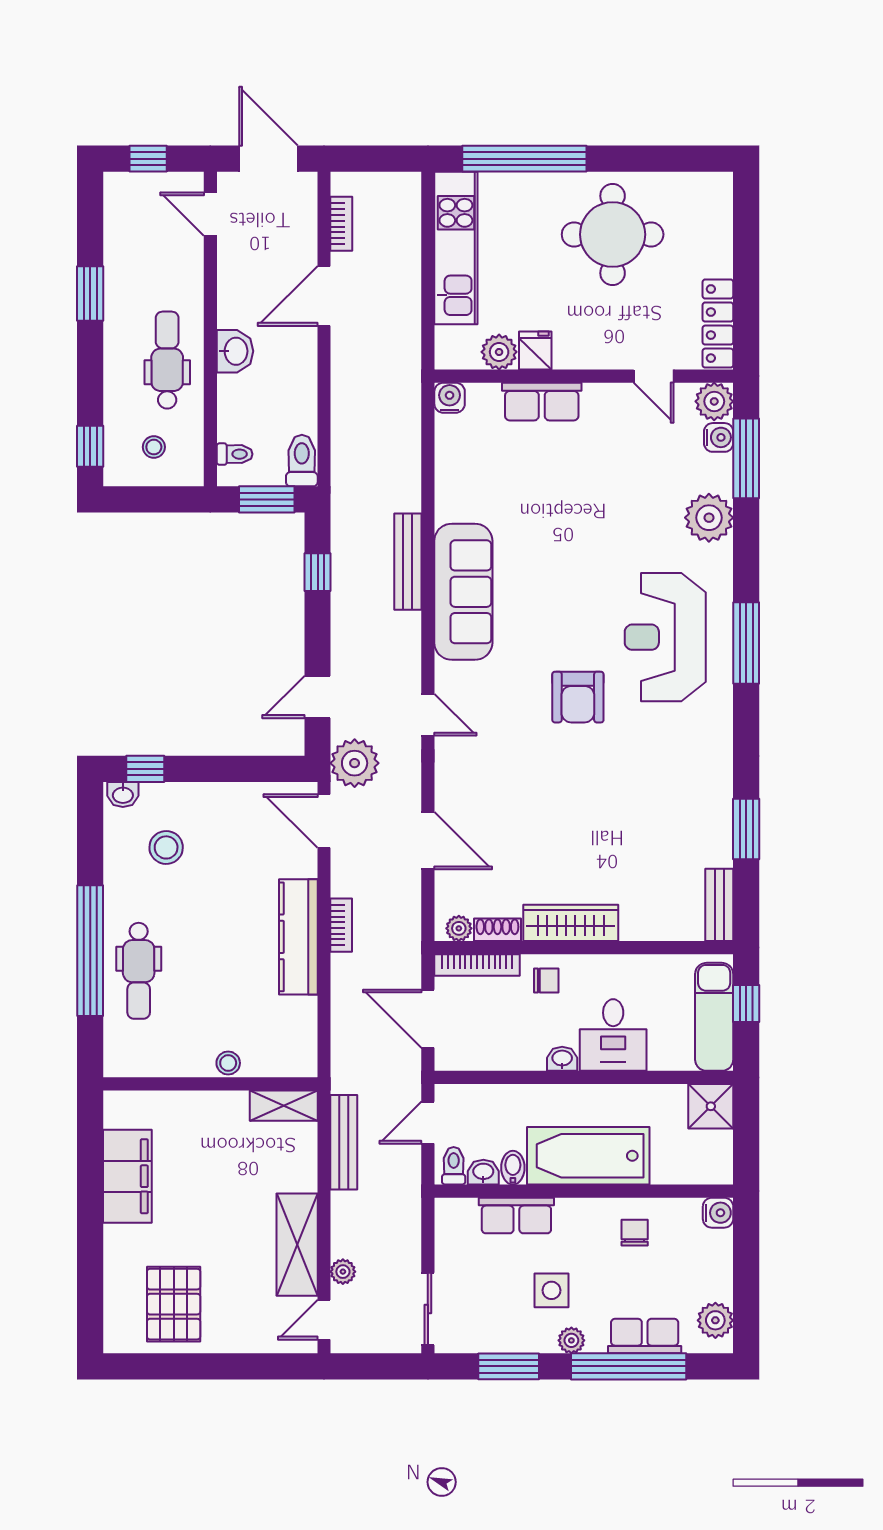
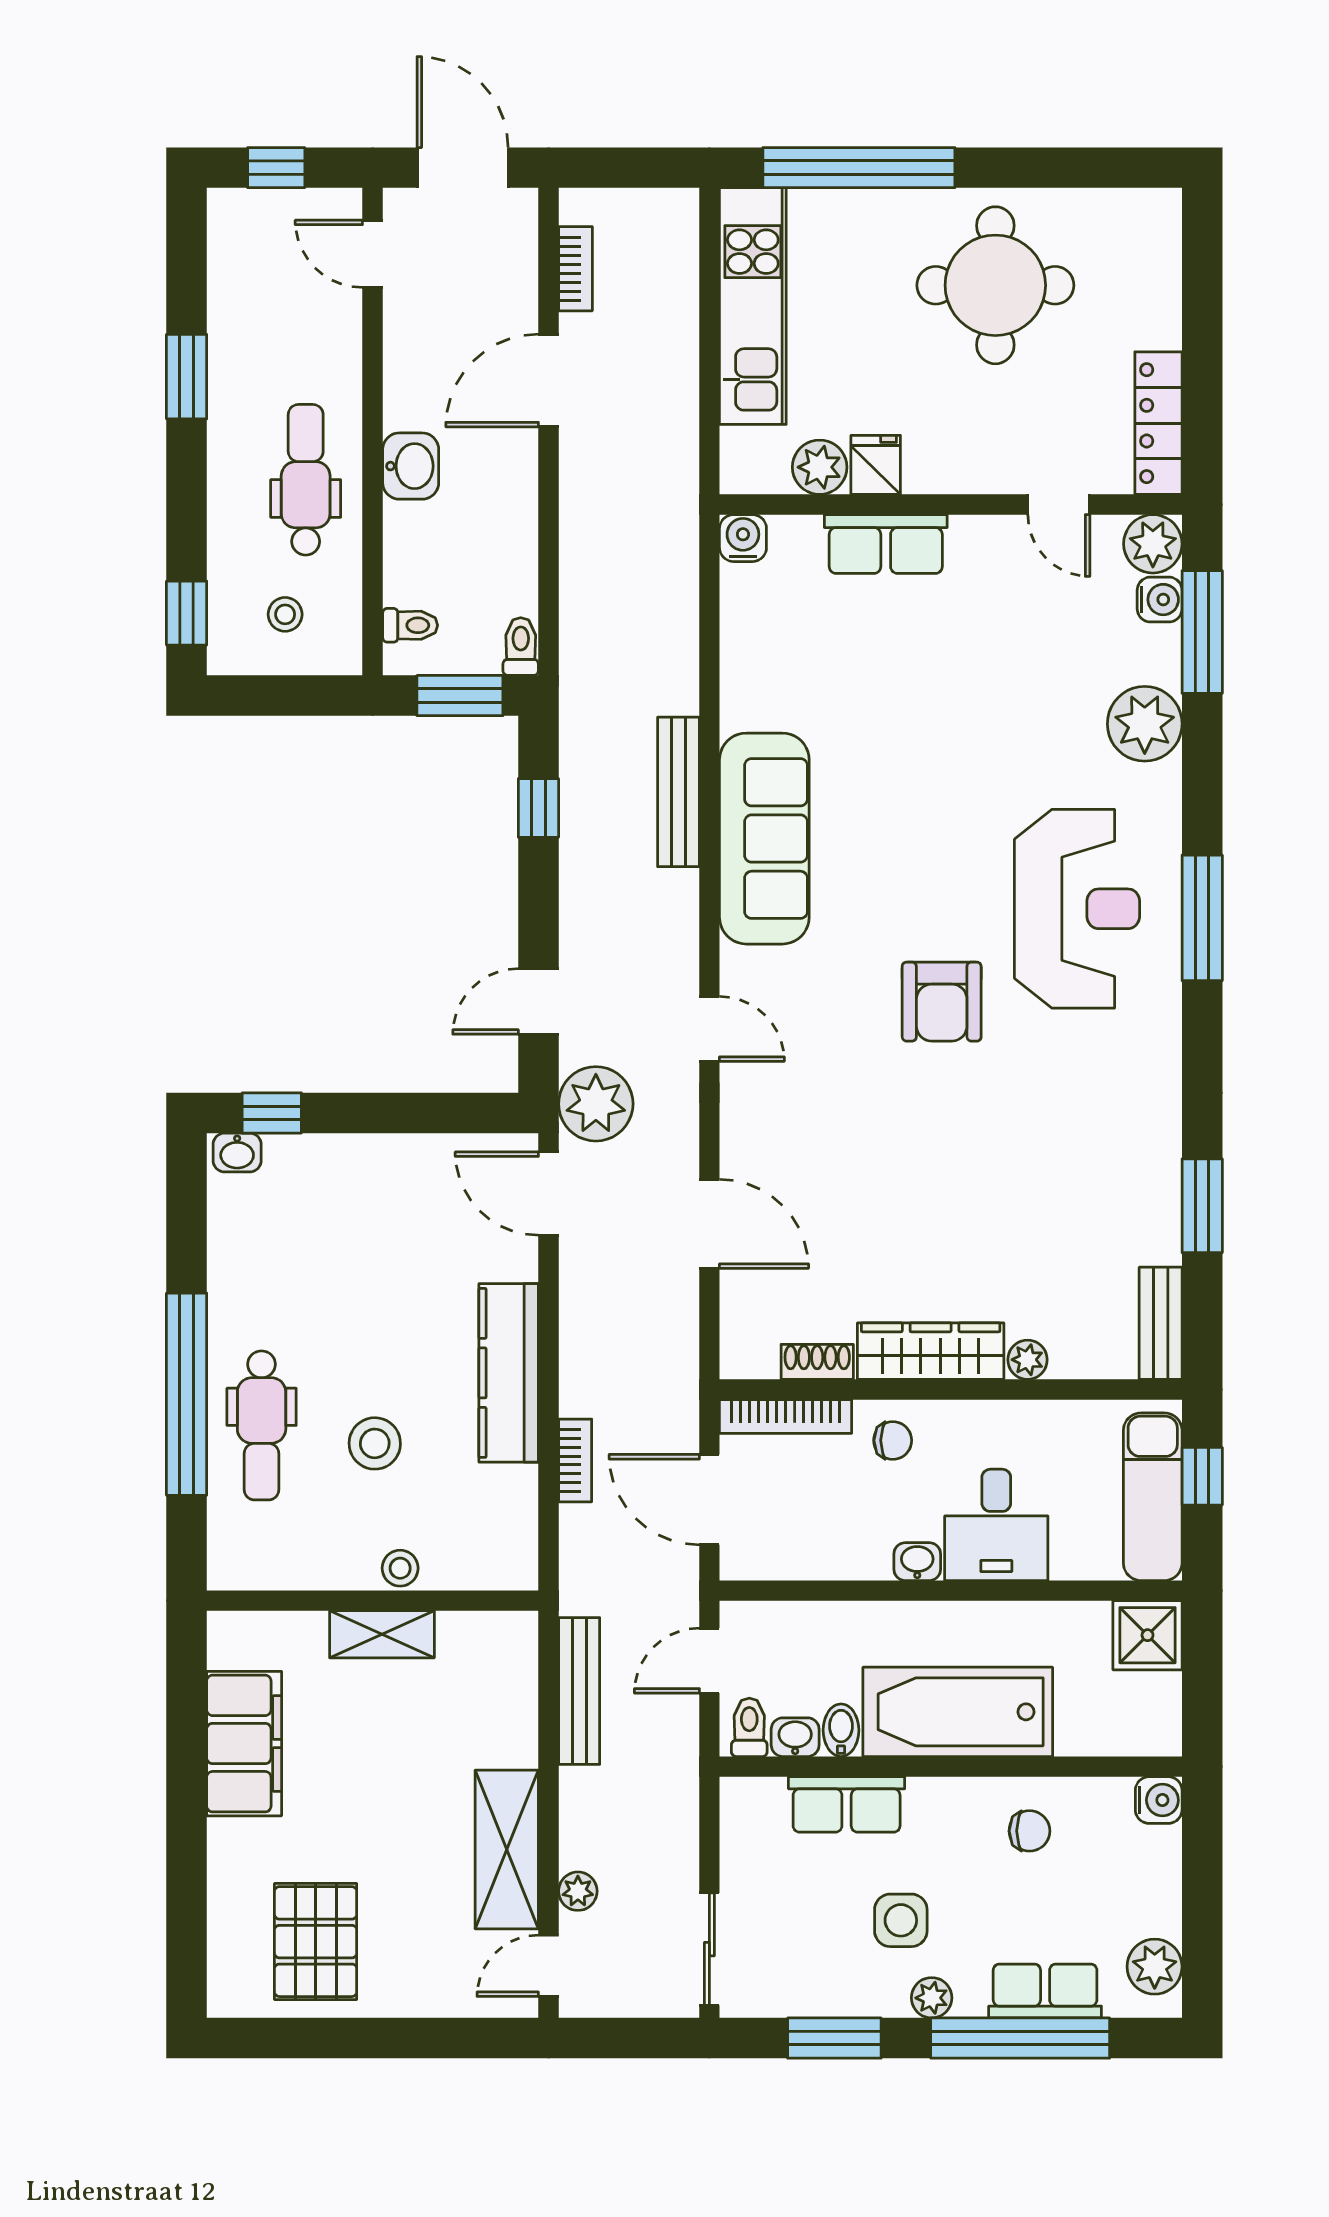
toilet: (302, 461) -> (521, 647), width x0.73, depth x0.72
reception desk: (665, 637) -> (1077, 909), turned 180
stool: (166, 847) -> (375, 1443), moved
bookcase: (341, 925) -> (575, 1460), moved
plant: (459, 928) -> (1028, 1360), moved
shelving: (284, 1106) -> (382, 1634), moved
chair: (635, 1233) -> (1030, 1831), turned 90

